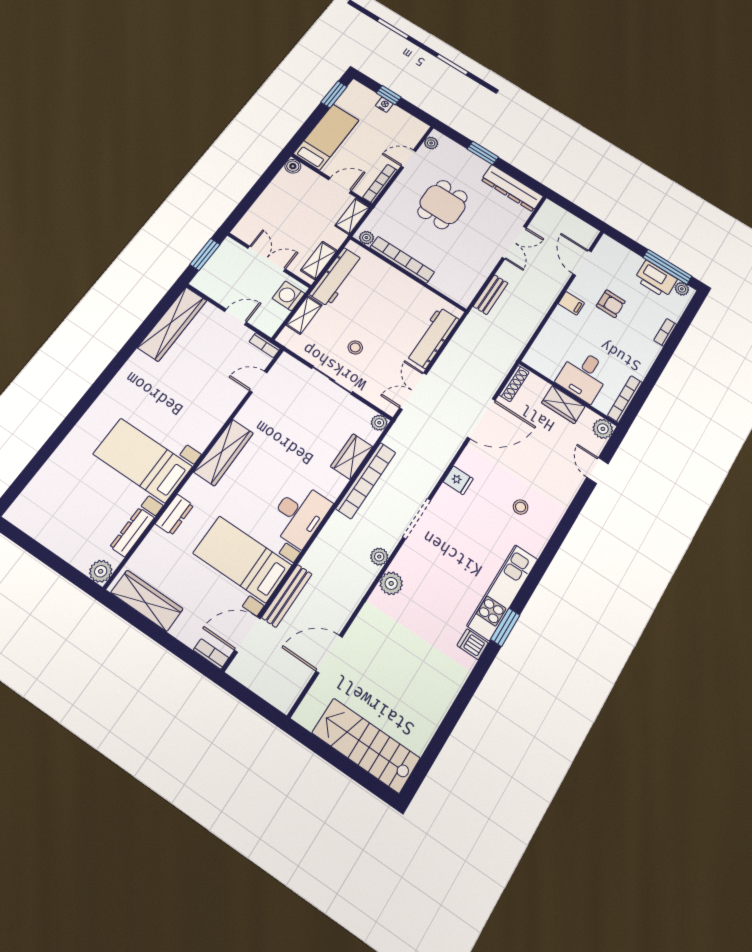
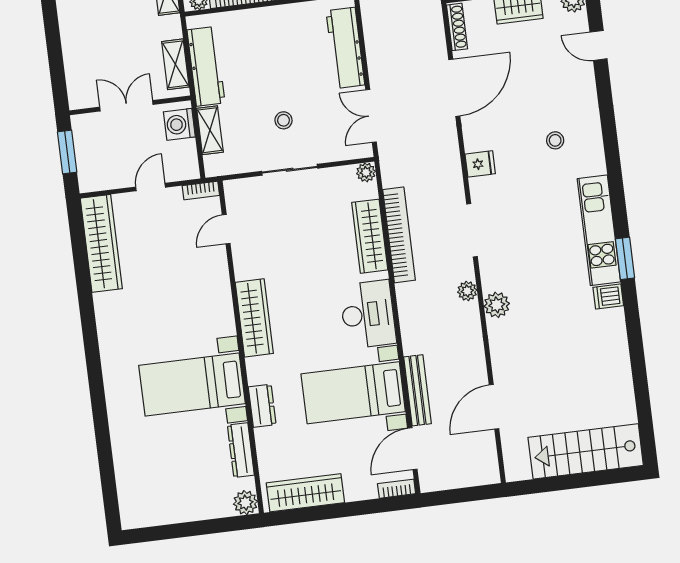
wardrobe: (352, 457) -> (370, 236), width x1.50

